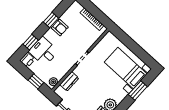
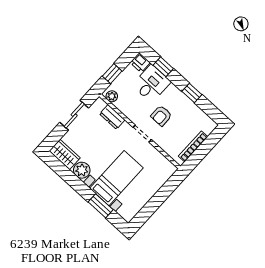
armchair: (60, 28) -> (161, 116), moved
bed with nightstands: (126, 68) -> (116, 178), moved

